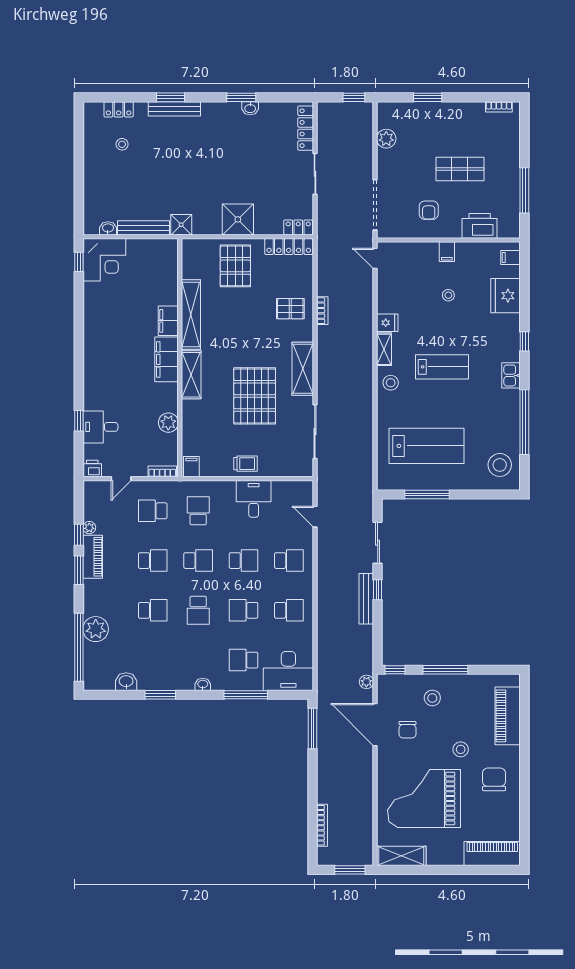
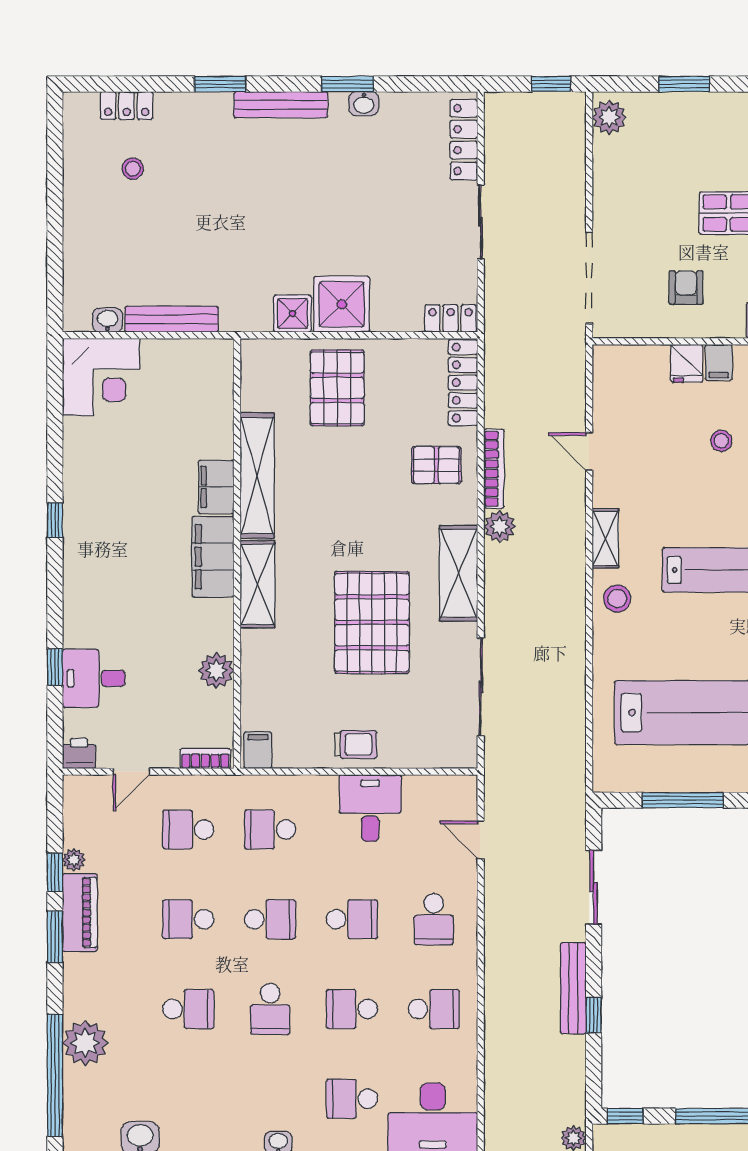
bench: (174, 109) -> (281, 105), moved
plant: (386, 139) -> (609, 117), moved
armchair: (429, 210) -> (686, 287), turned 180
shower: (181, 225) -> (293, 314), moved
locker: (289, 246) -> (463, 383), moved, turned 90
door: (375, 258) -> (589, 451), moved
window: (79, 262) -> (55, 520), moved
bookcase: (322, 311) -> (494, 469), width x1.56
fridge: (387, 323) -> (687, 363), moved, turned 90
plant: (325, 343) -> (500, 527), added
school desk: (198, 511) -> (270, 830), turned -90
school desk: (153, 561) -> (188, 919), turned 180
school desk: (289, 561) -> (434, 919), turned 90
window: (378, 590) -> (594, 1015), moved

